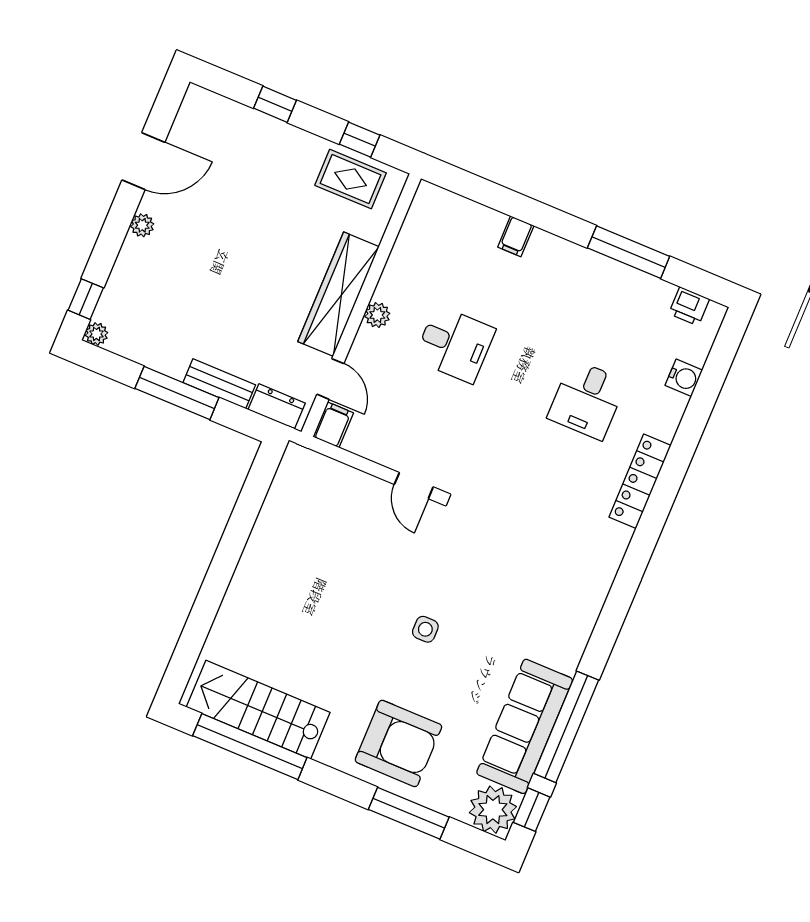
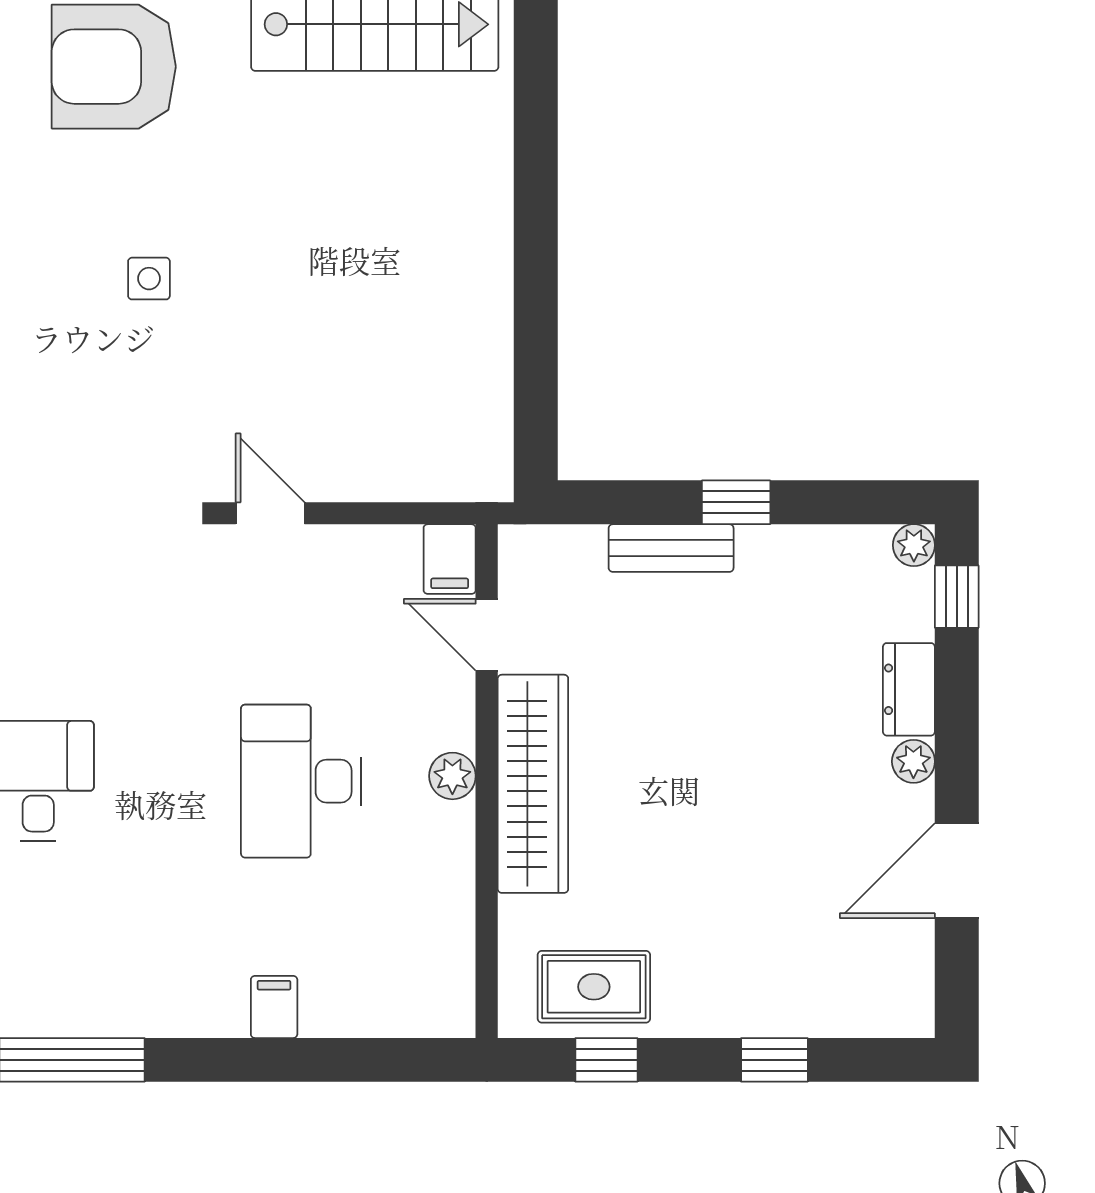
desk: (455, 344) -> (301, 781), width x1.37
window: (177, 393) -> (736, 502), width x0.46
dresser: (277, 406) -> (909, 689), moved, turned 90

